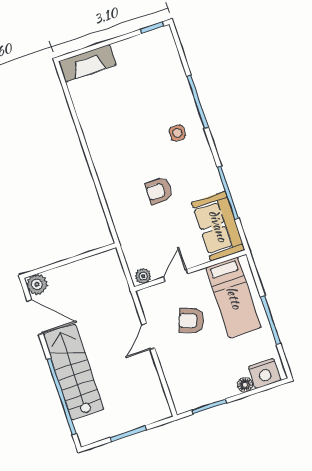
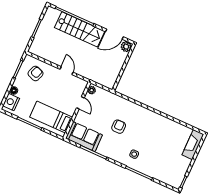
armchair: (191, 321) -> (35, 73), moved

